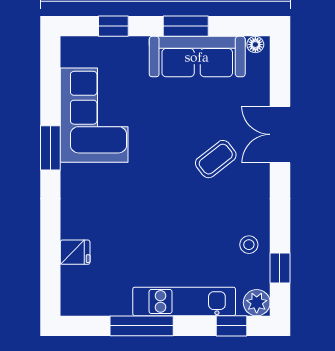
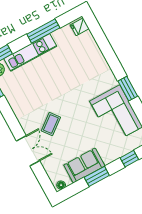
sofa: (197, 57) -> (84, 166), width x0.73
stool: (249, 245) -> (15, 94), removed
fridge: (75, 252) -> (80, 27), moved

